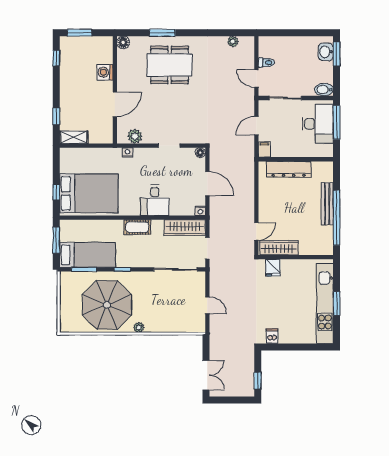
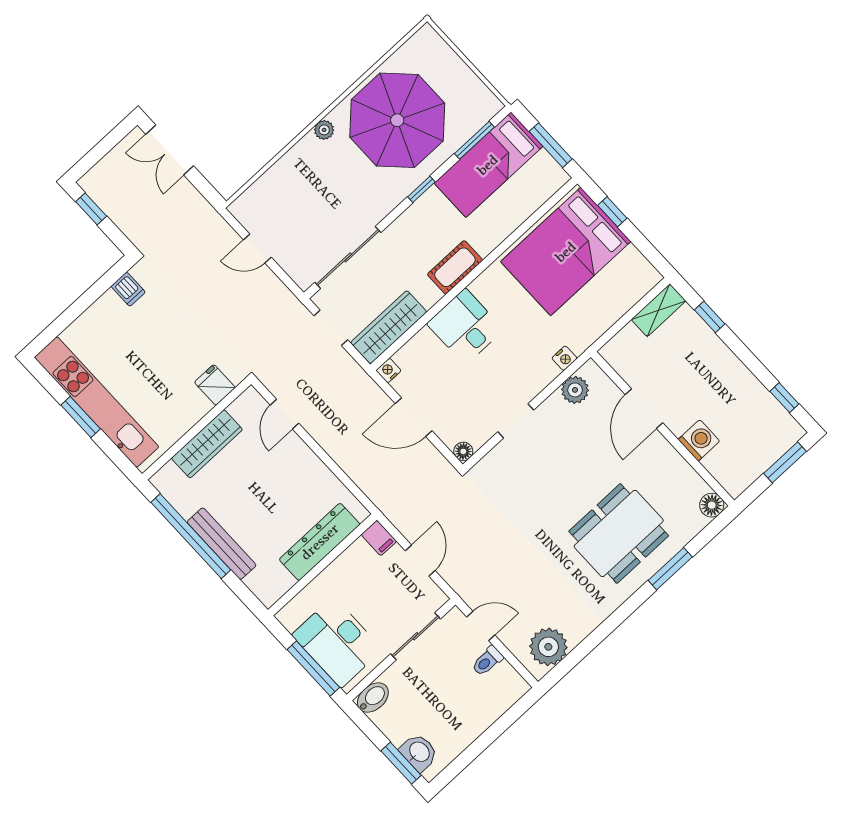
plant: (233, 41) -> (548, 647), width x1.88, depth x1.88
wardrobe: (279, 248) -> (207, 444), moved

